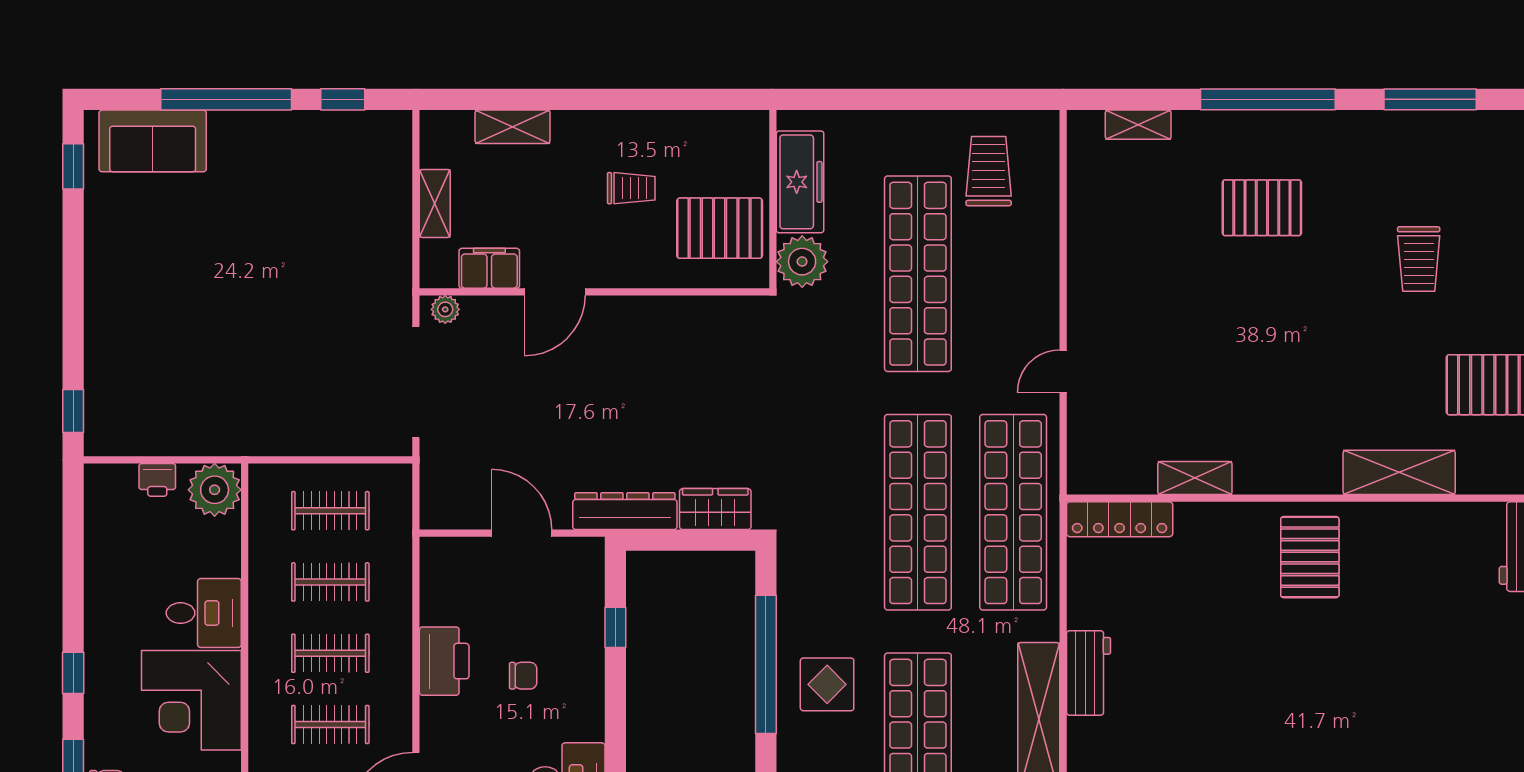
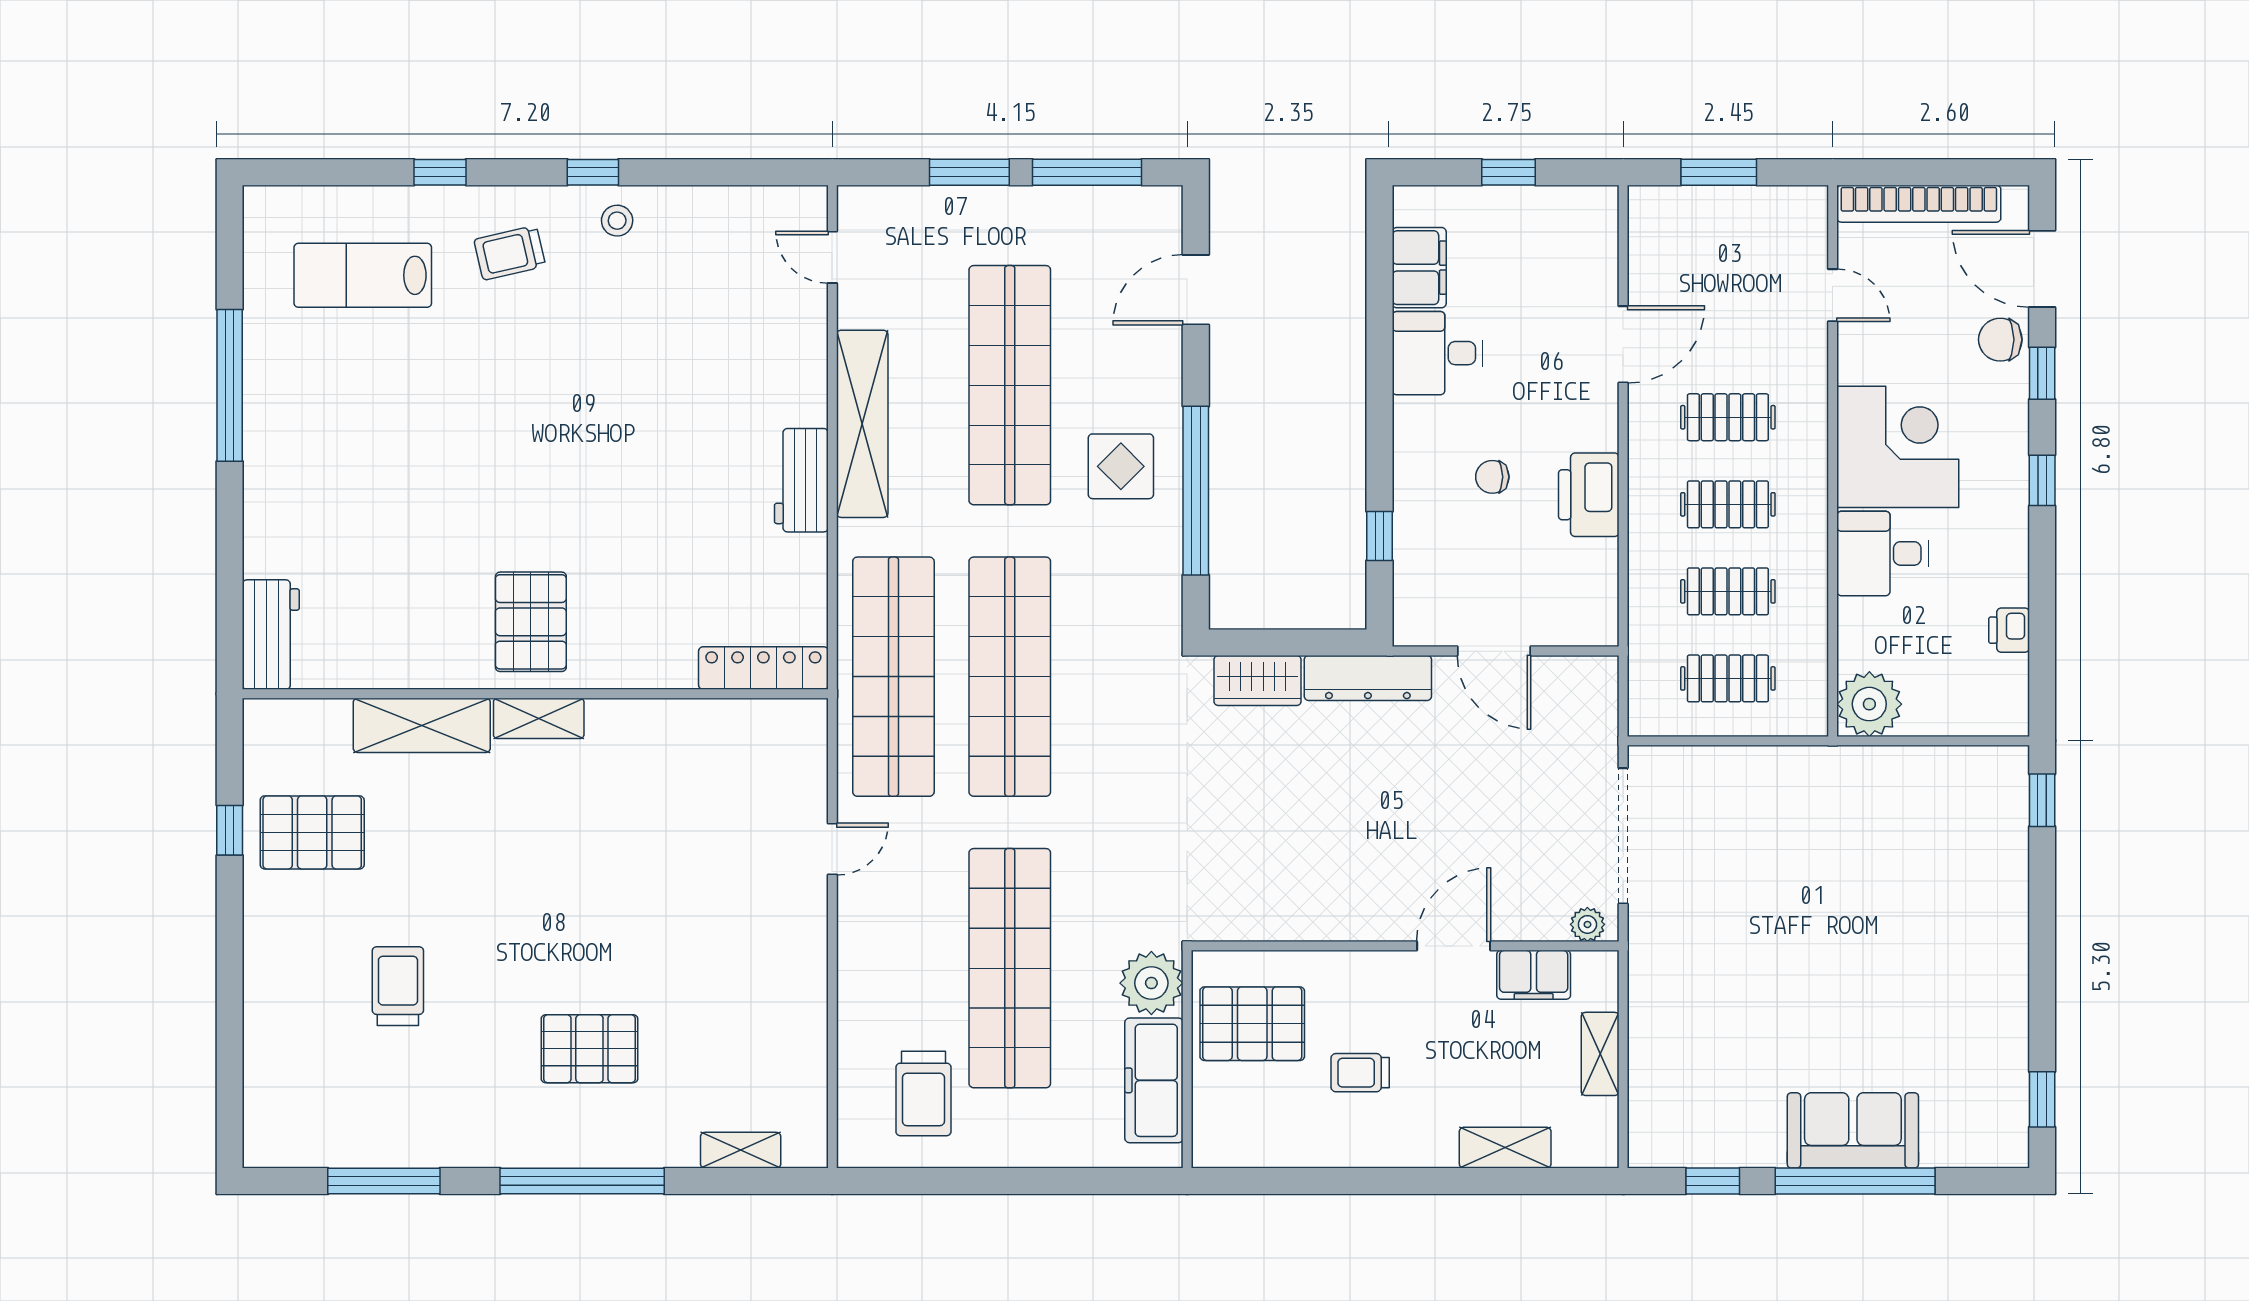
sofa: (153, 141) -> (1853, 1130), moved
shelving: (1195, 478) -> (539, 718), moved
printer: (157, 480) -> (2009, 630), moved, turned -90

